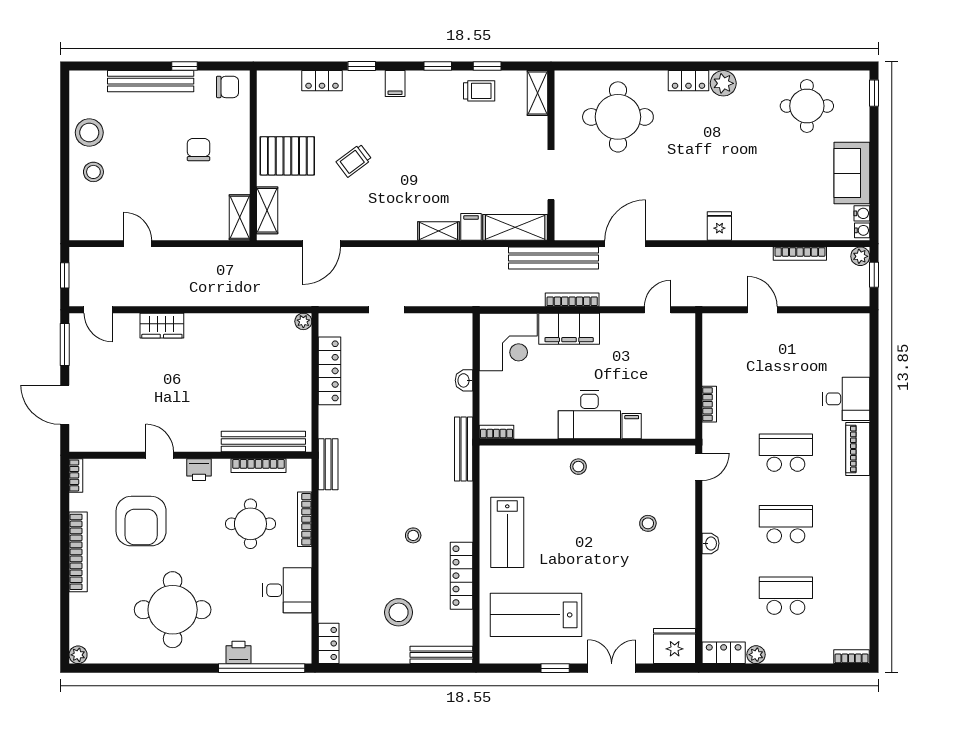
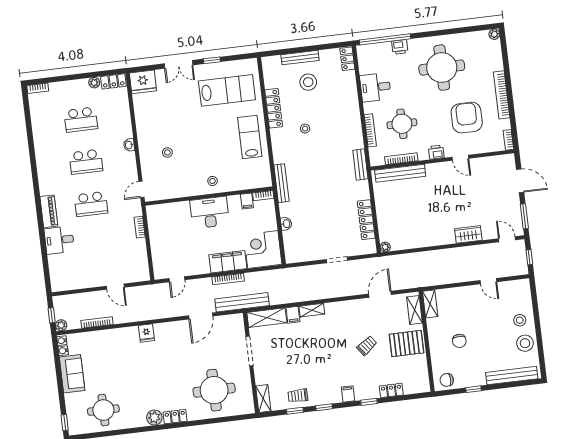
bench: (151, 81) -> (512, 376), moved
filing cabinet: (632, 426) -> (247, 201), moved
bench: (441, 655) -> (300, 58), moved

